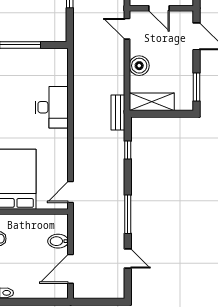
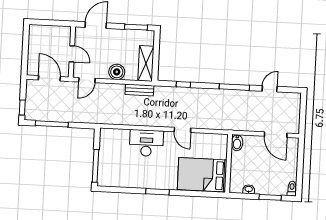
door: (159, 8) -> (72, 54), hinge flipped
bench: (118, 112) -> (139, 90), moved
door: (71, 192) -> (182, 130), moved
bidet: (58, 241) -> (237, 143), moved

